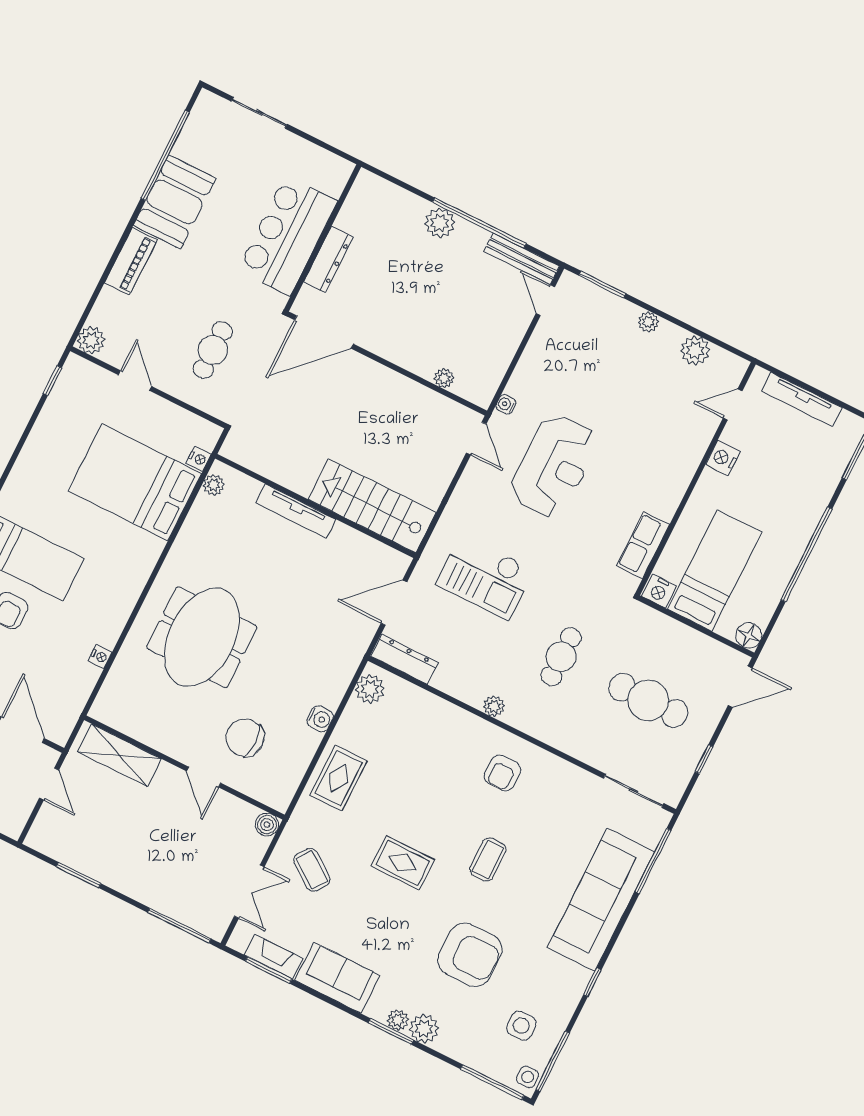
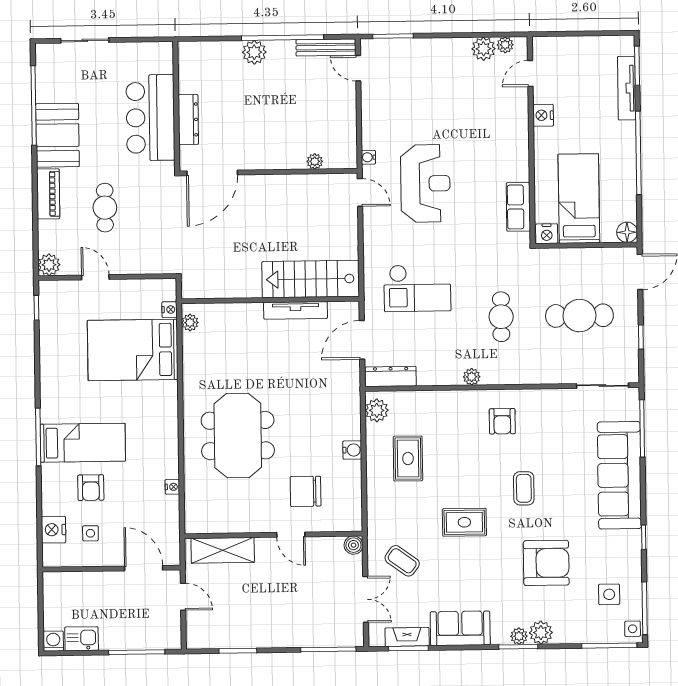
plant: (648, 322) -> (505, 45), moved
cafe table: (213, 350) -> (105, 208), moved
tv unit: (802, 399) -> (627, 88), moved, turned 90
tv unit: (296, 511) -> (296, 310), moved
rug: (339, 778) -> (408, 459), moved

